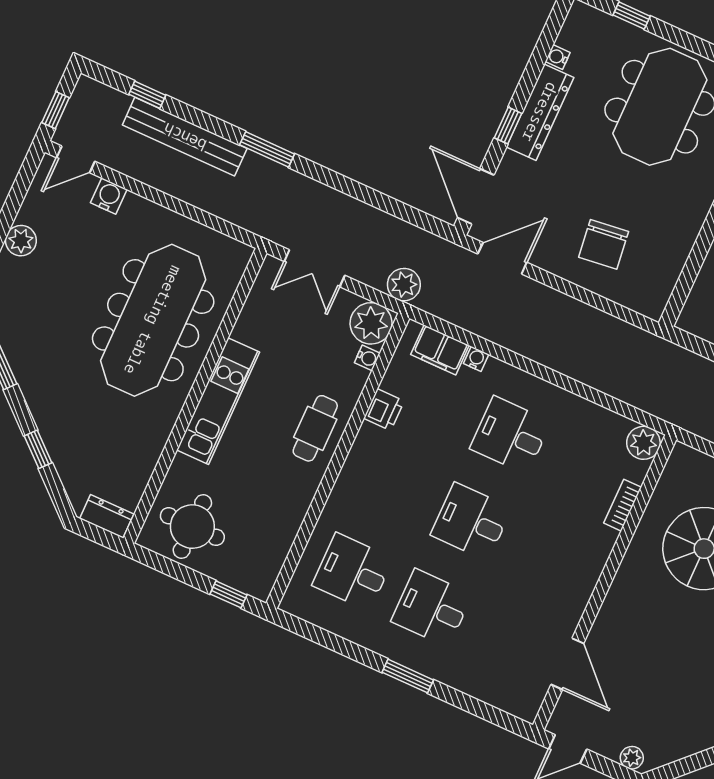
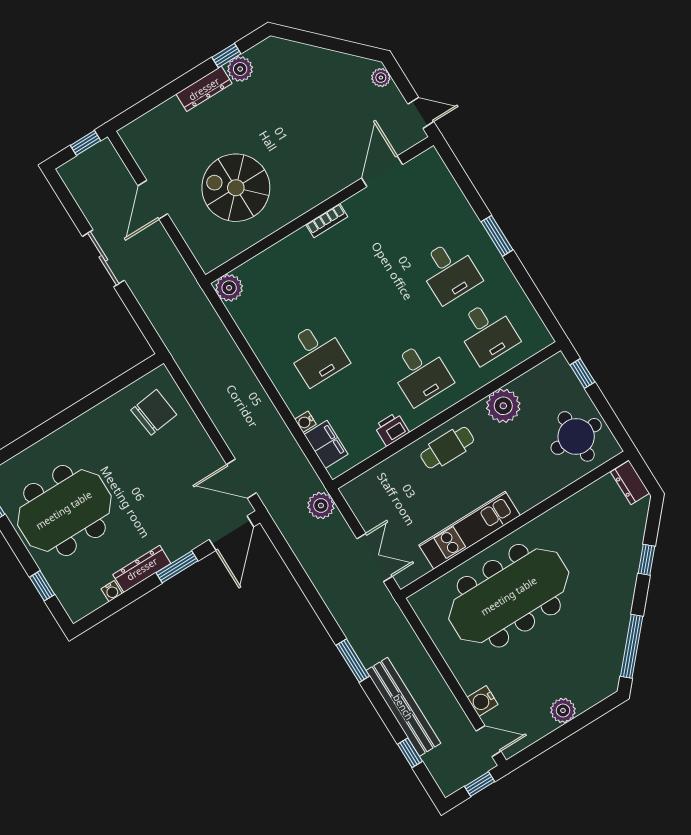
dresser: (540, 112) -> (142, 569), width x0.73, depth x0.80
window: (508, 126) -> (177, 567), width x1.50
chair: (604, 244) -> (154, 412), moved
plant: (371, 323) -> (503, 406), moved
water cooler: (367, 358) -> (379, 472), removed
kitchen unit: (218, 401) -> (470, 530), moved
bookcase: (623, 505) -> (327, 221), moved
desk: (471, 522) -> (421, 373), moved

